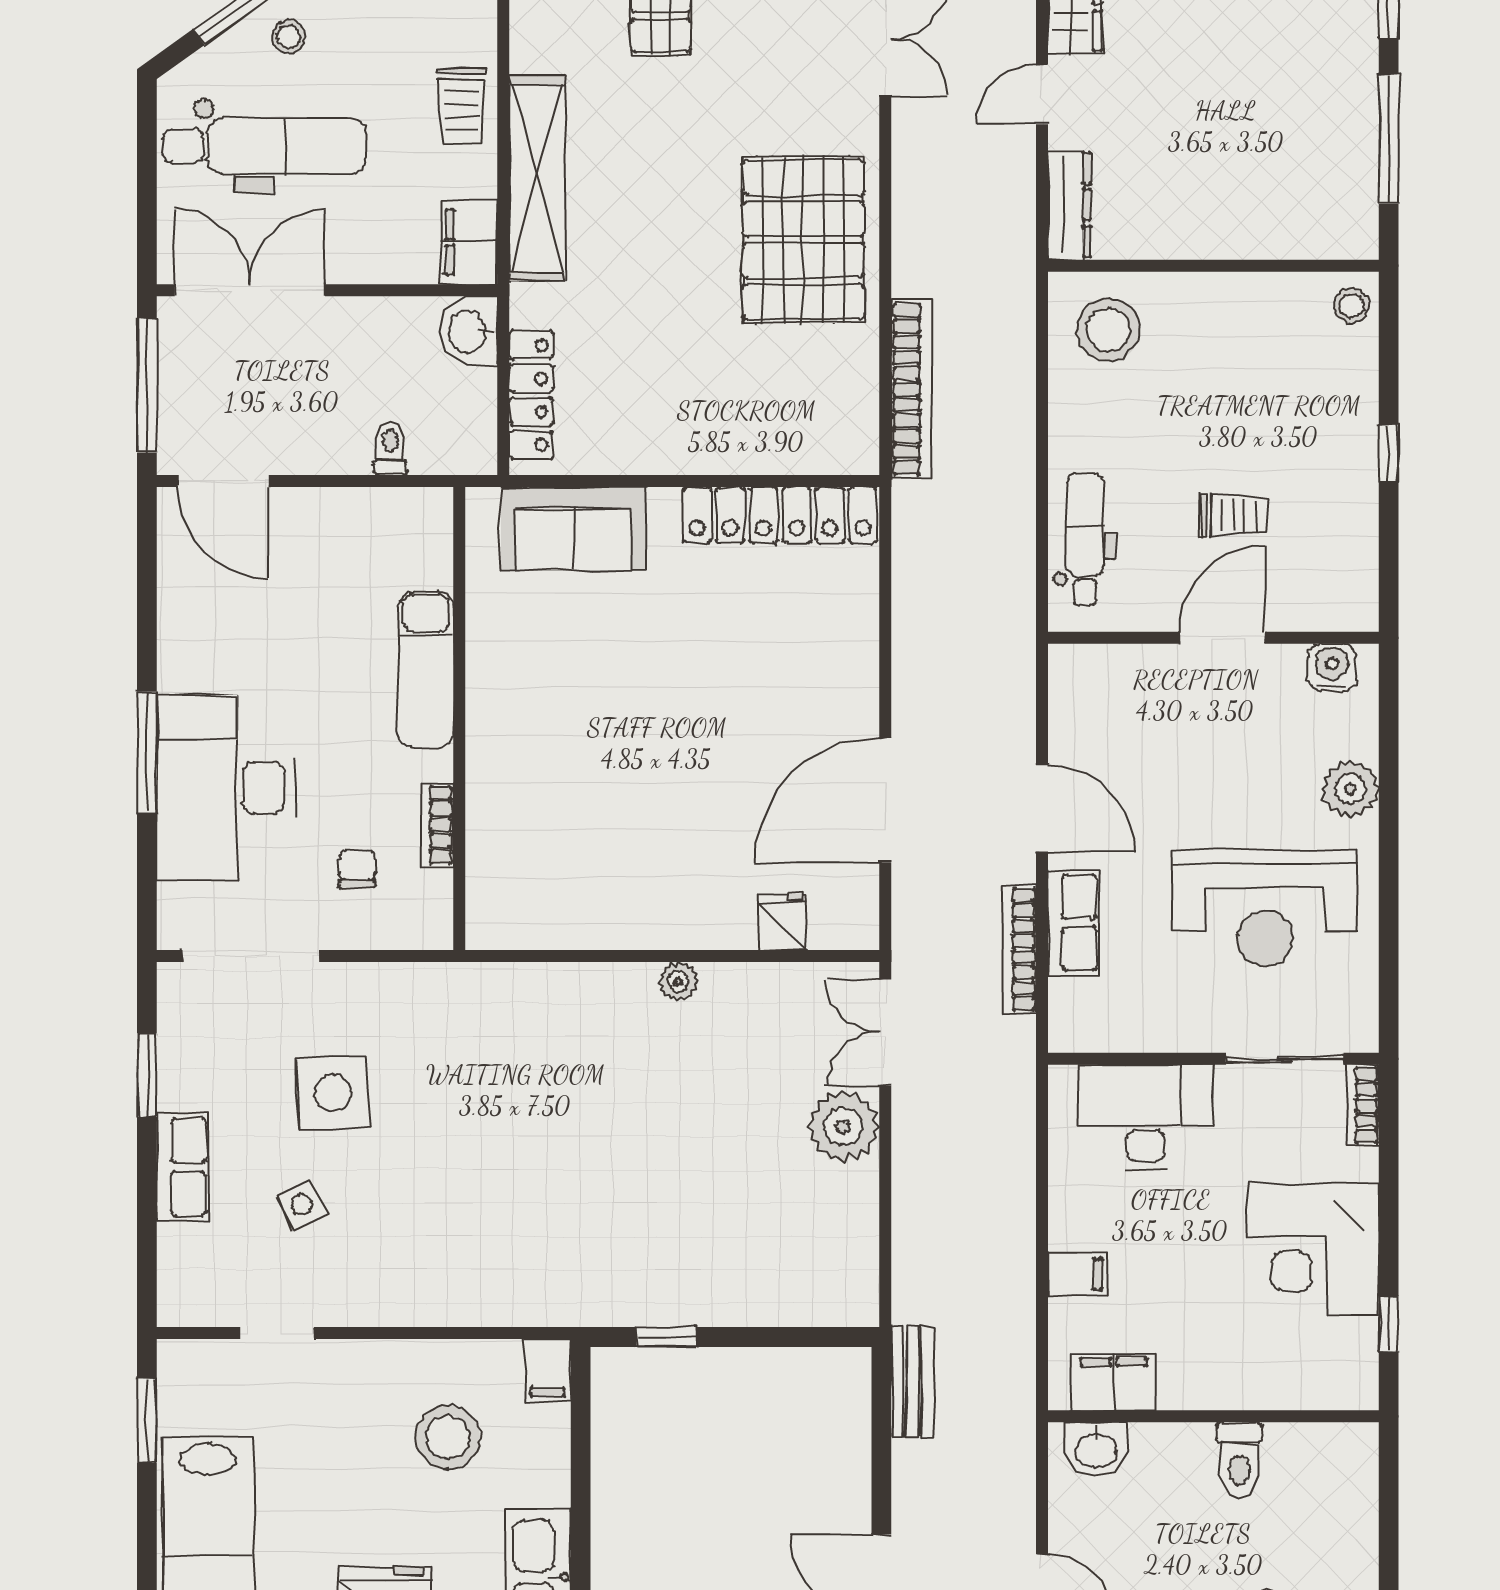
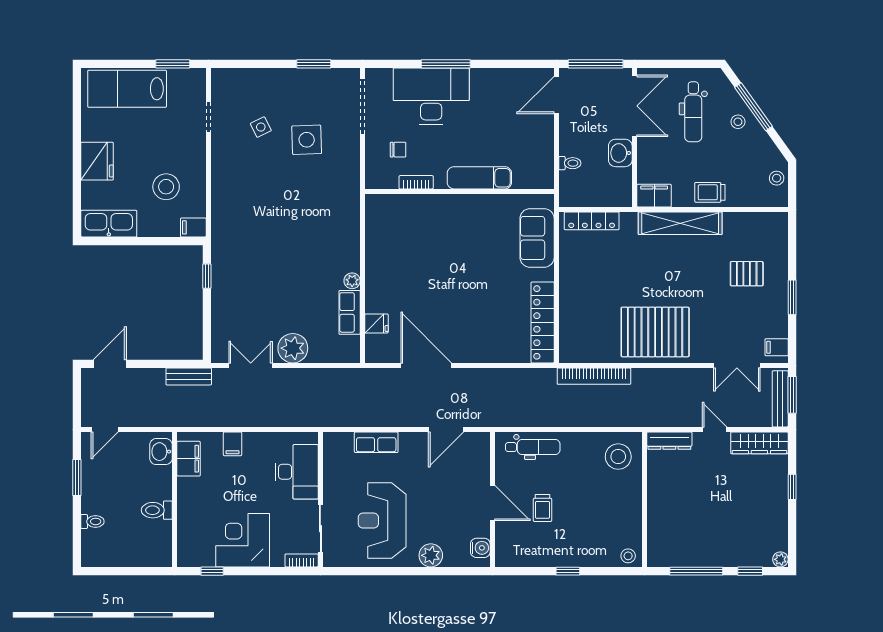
dental chair: (264, 146) -> (693, 112), width x0.73, depth x0.72
washbasin: (469, 331) -> (620, 153), moved, turned -90
door: (1042, 808) -> (446, 429), moved
bookcase: (1020, 949) -> (365, 420), removed
double door: (885, 1032) -> (251, 365), moved
row of seats: (182, 1167) -> (350, 312), moved, turned 90

